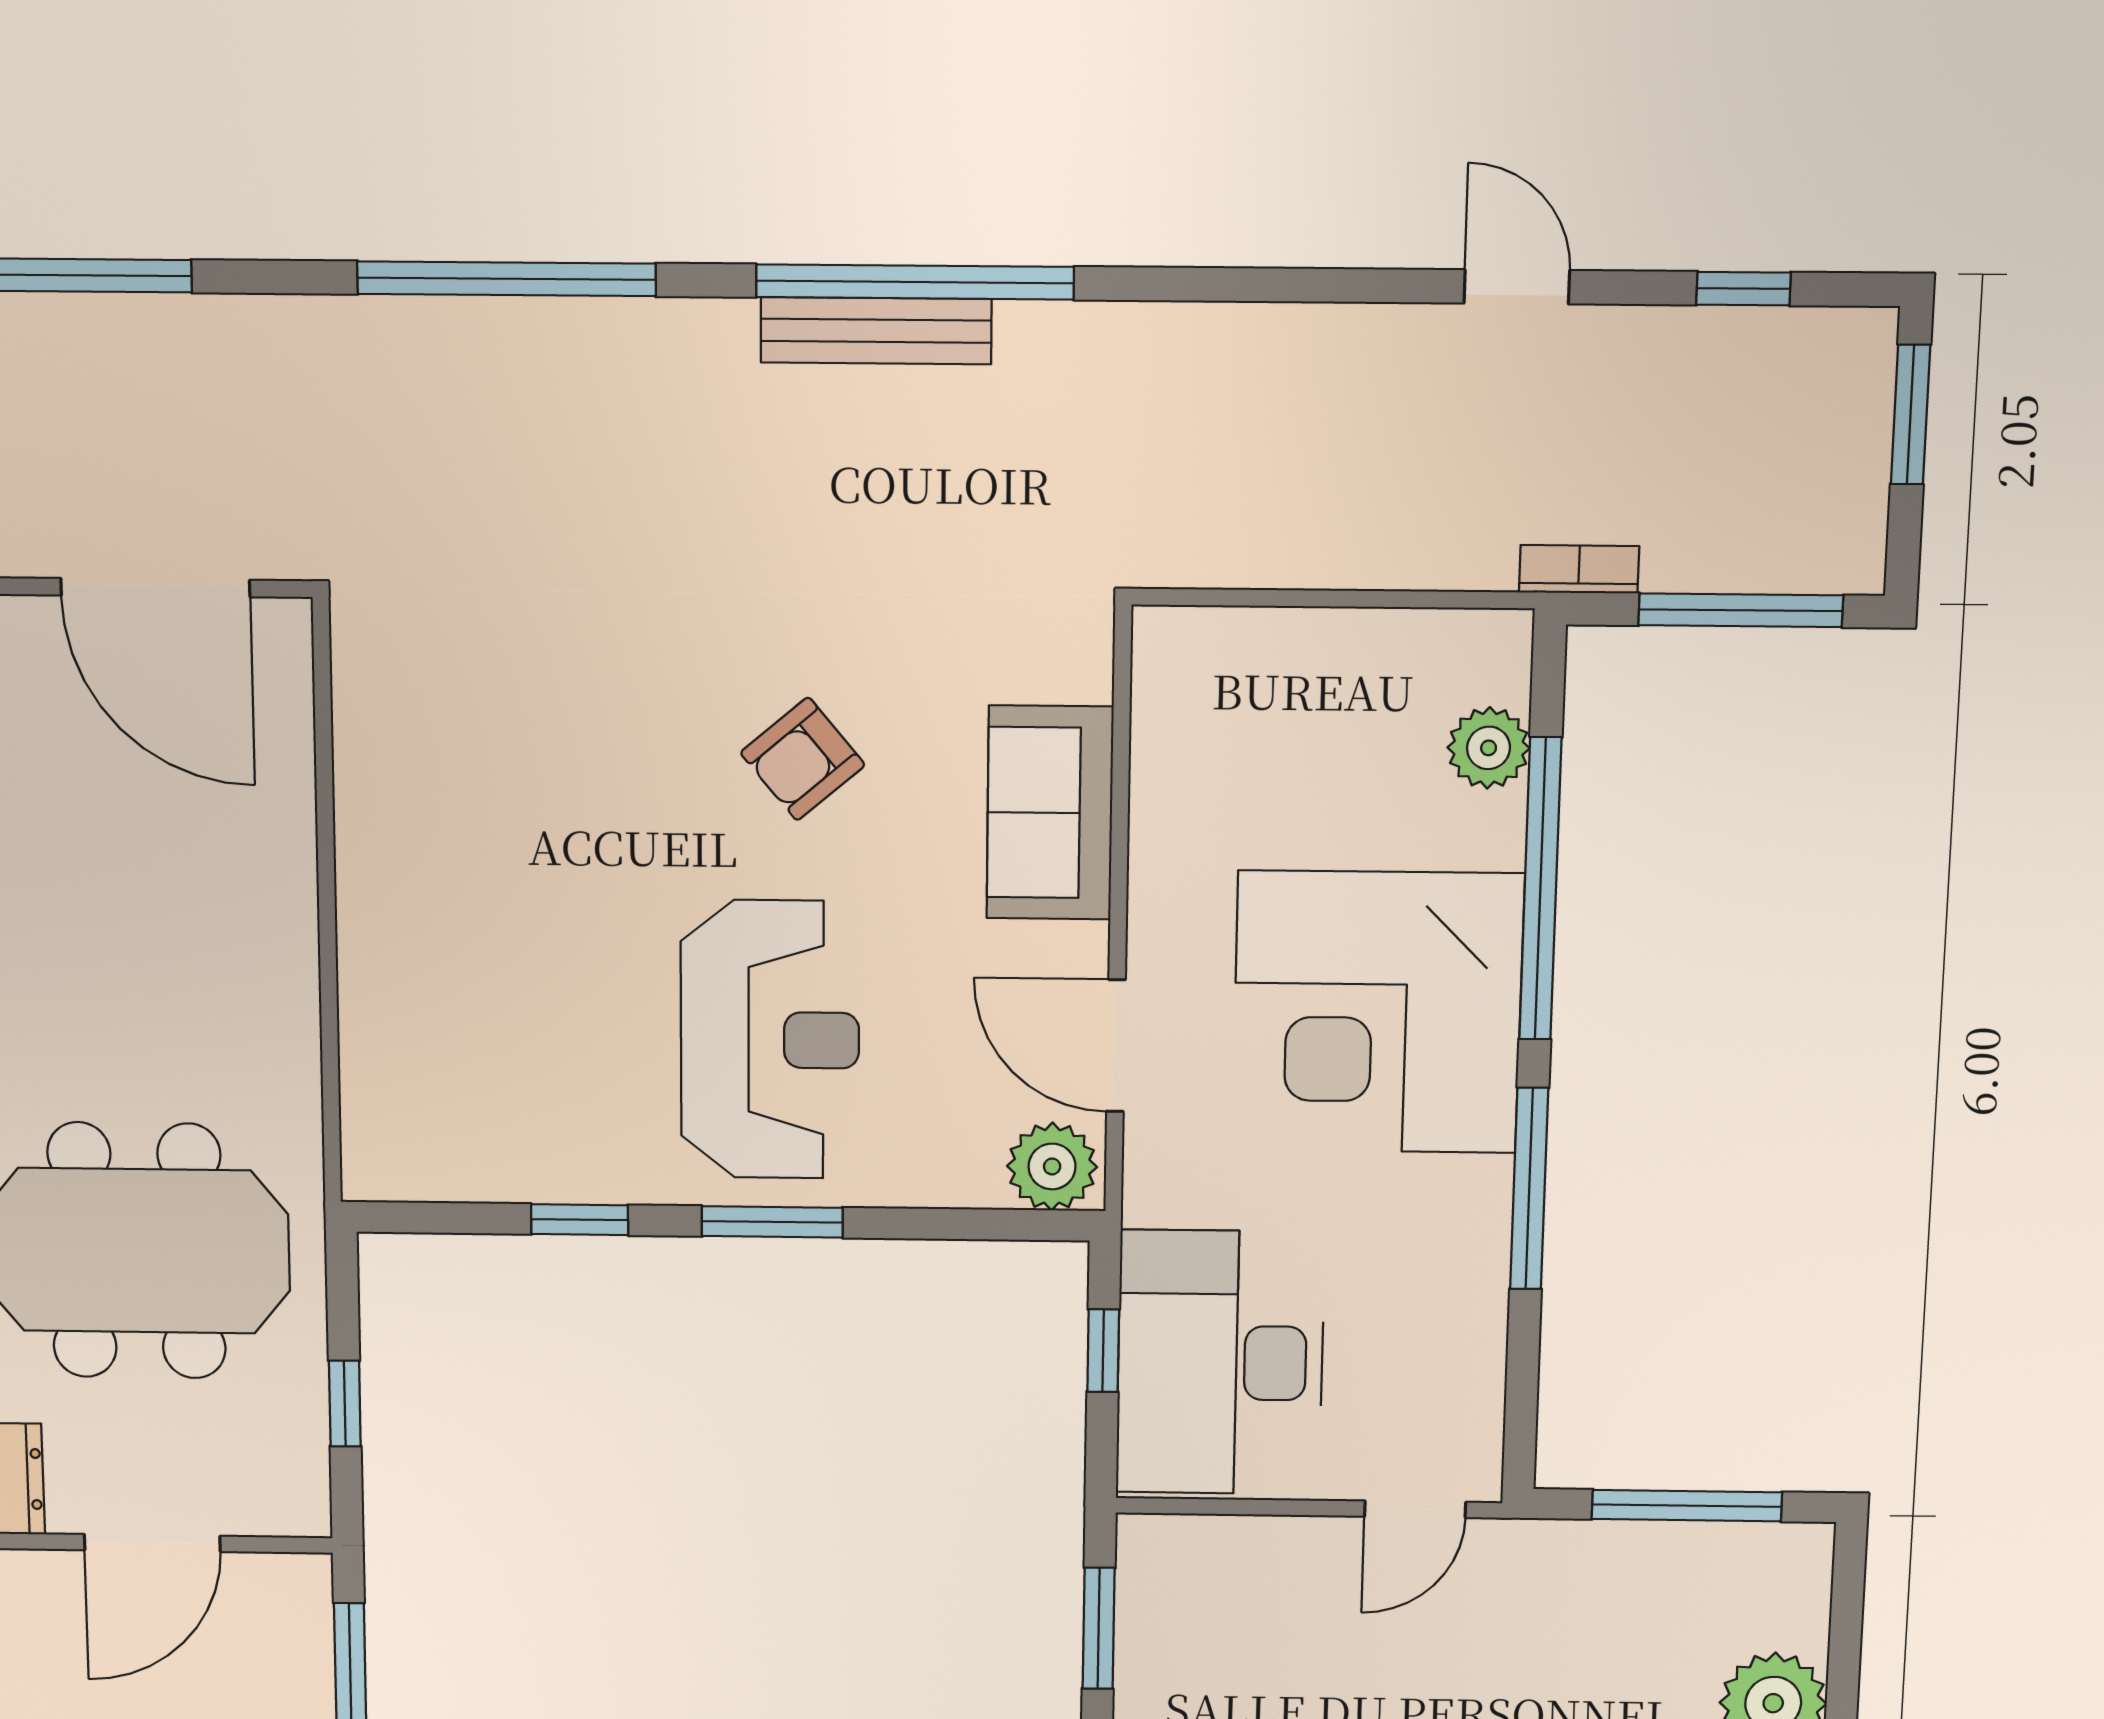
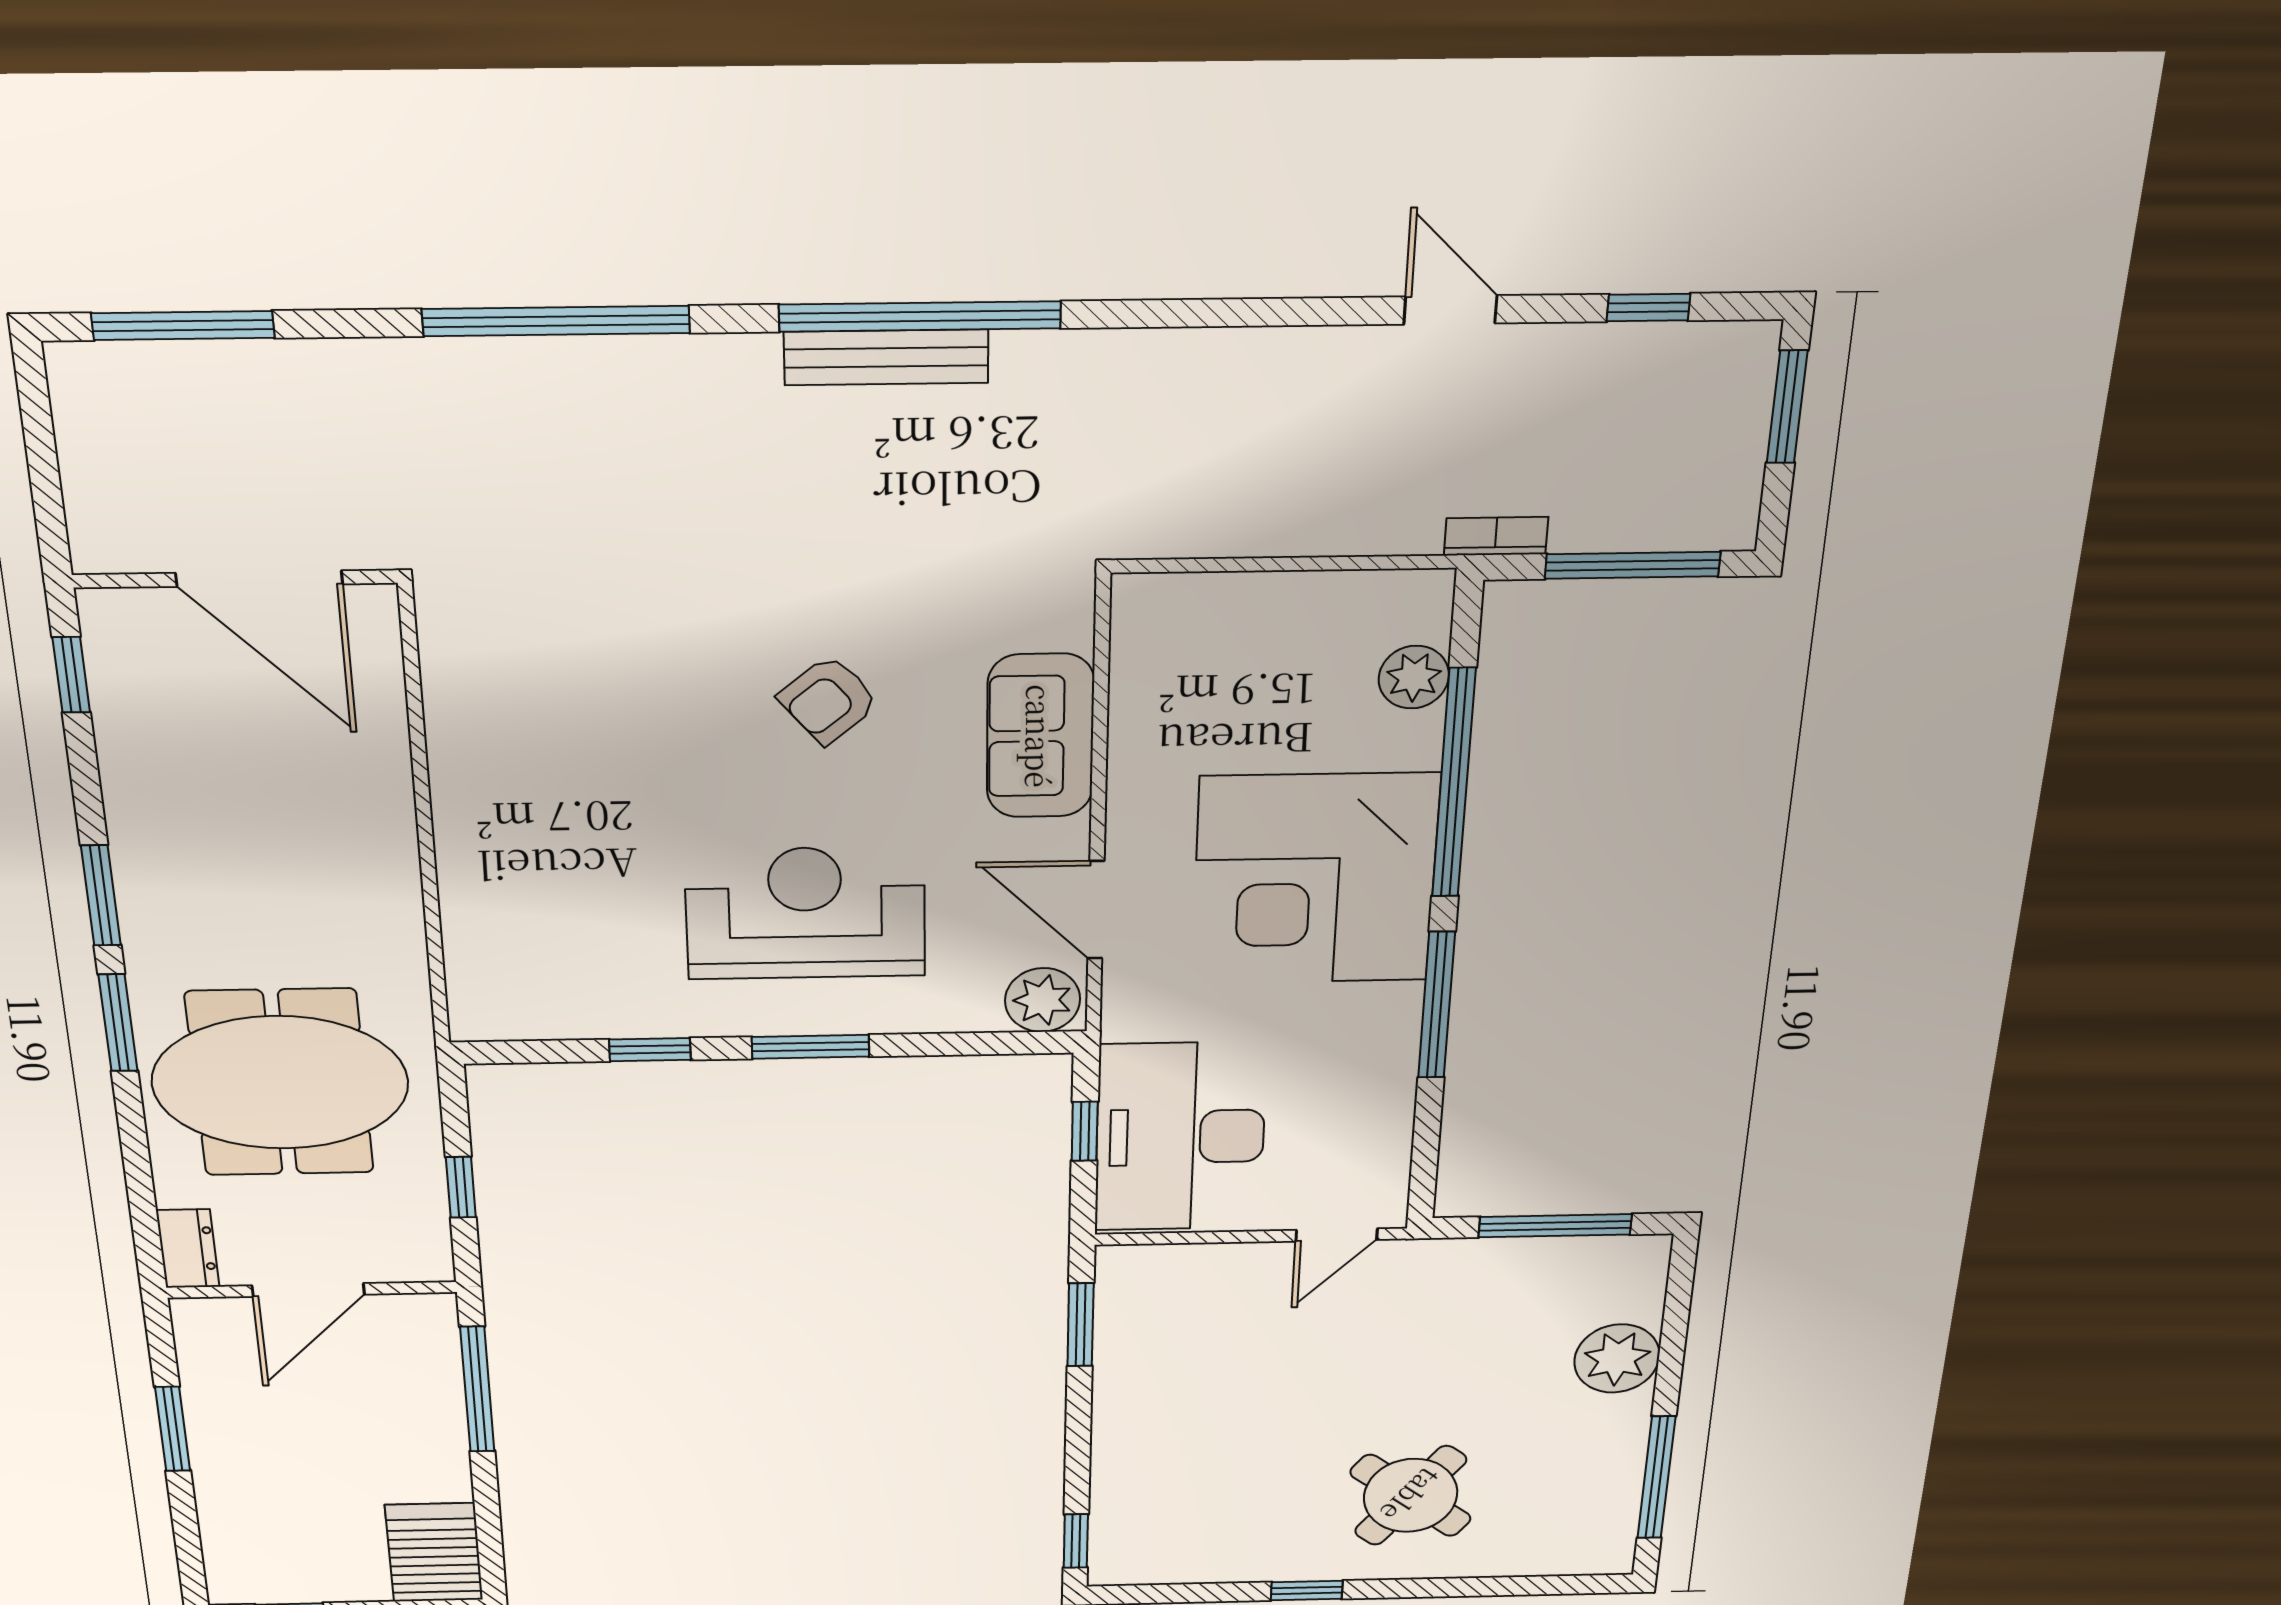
reception desk: (770, 1040) -> (805, 913), turned -90

